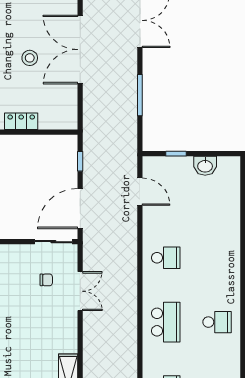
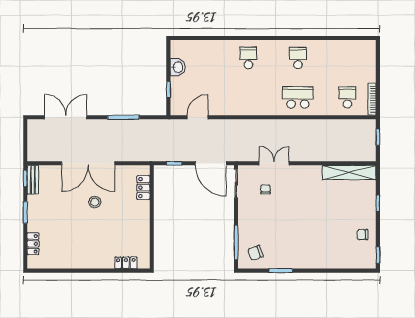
locker: (21, 121) -> (143, 188), moved
school desk: (166, 258) -> (248, 58), moved

